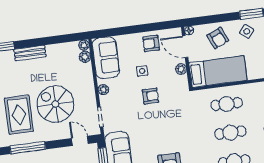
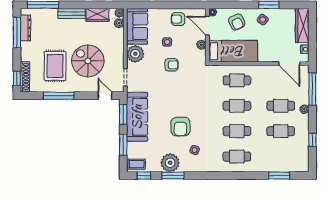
wardrobe: (59, 51) -> (97, 15), added
plant: (103, 90) -> (135, 54), width x1.87, depth x1.87

